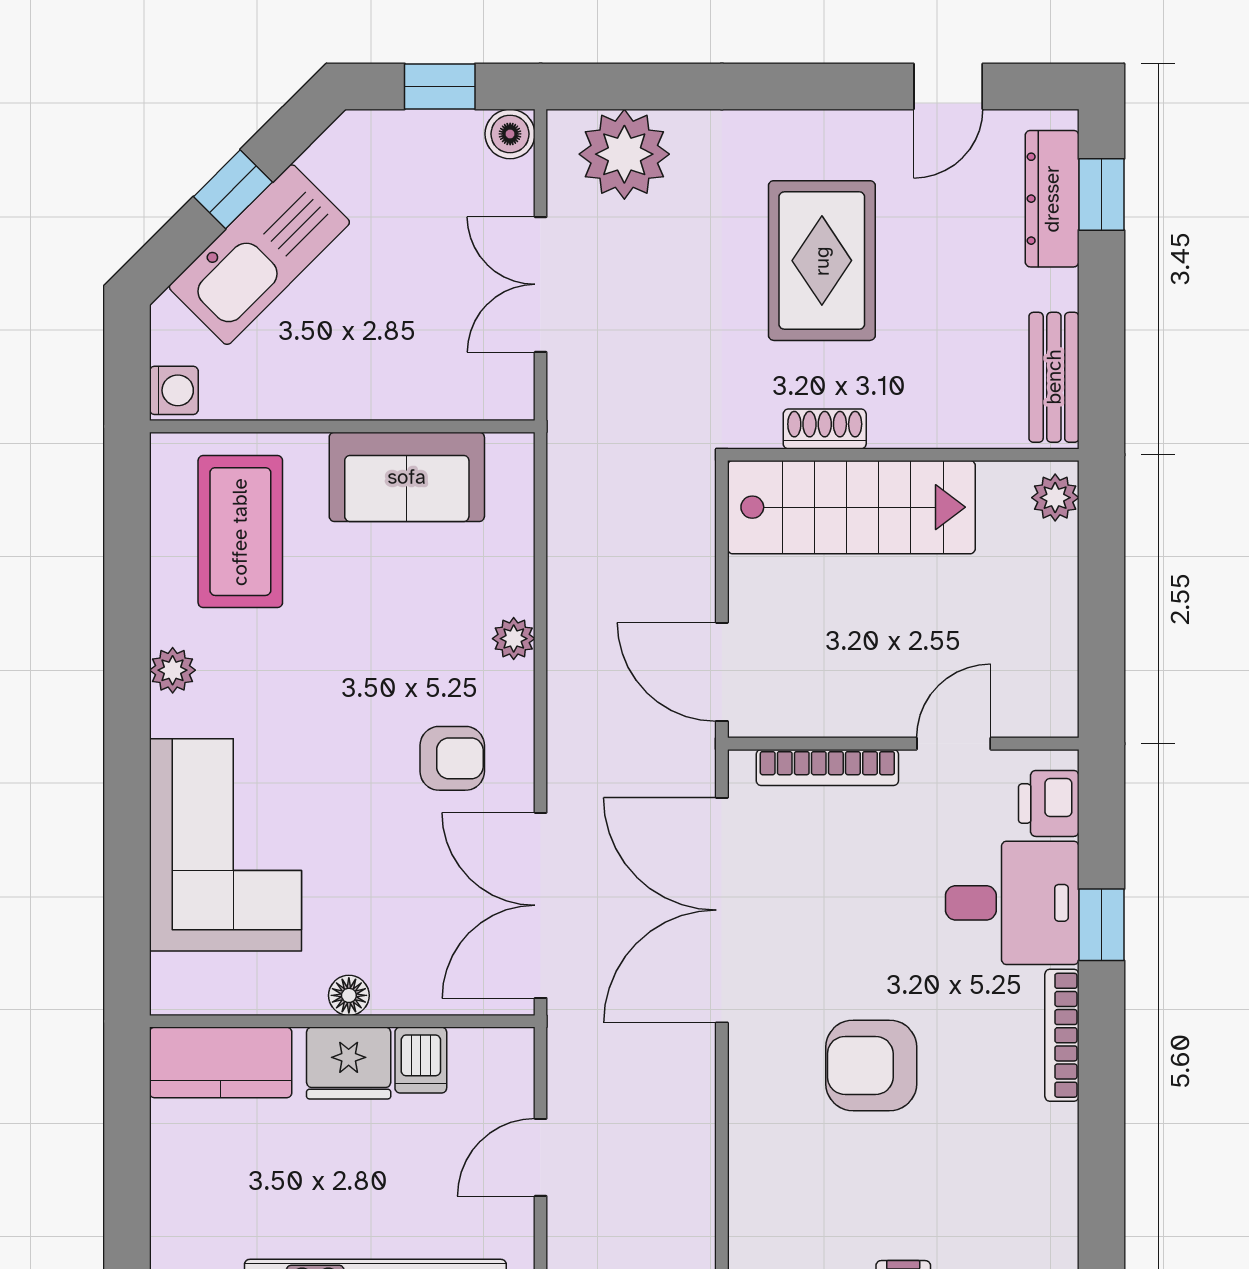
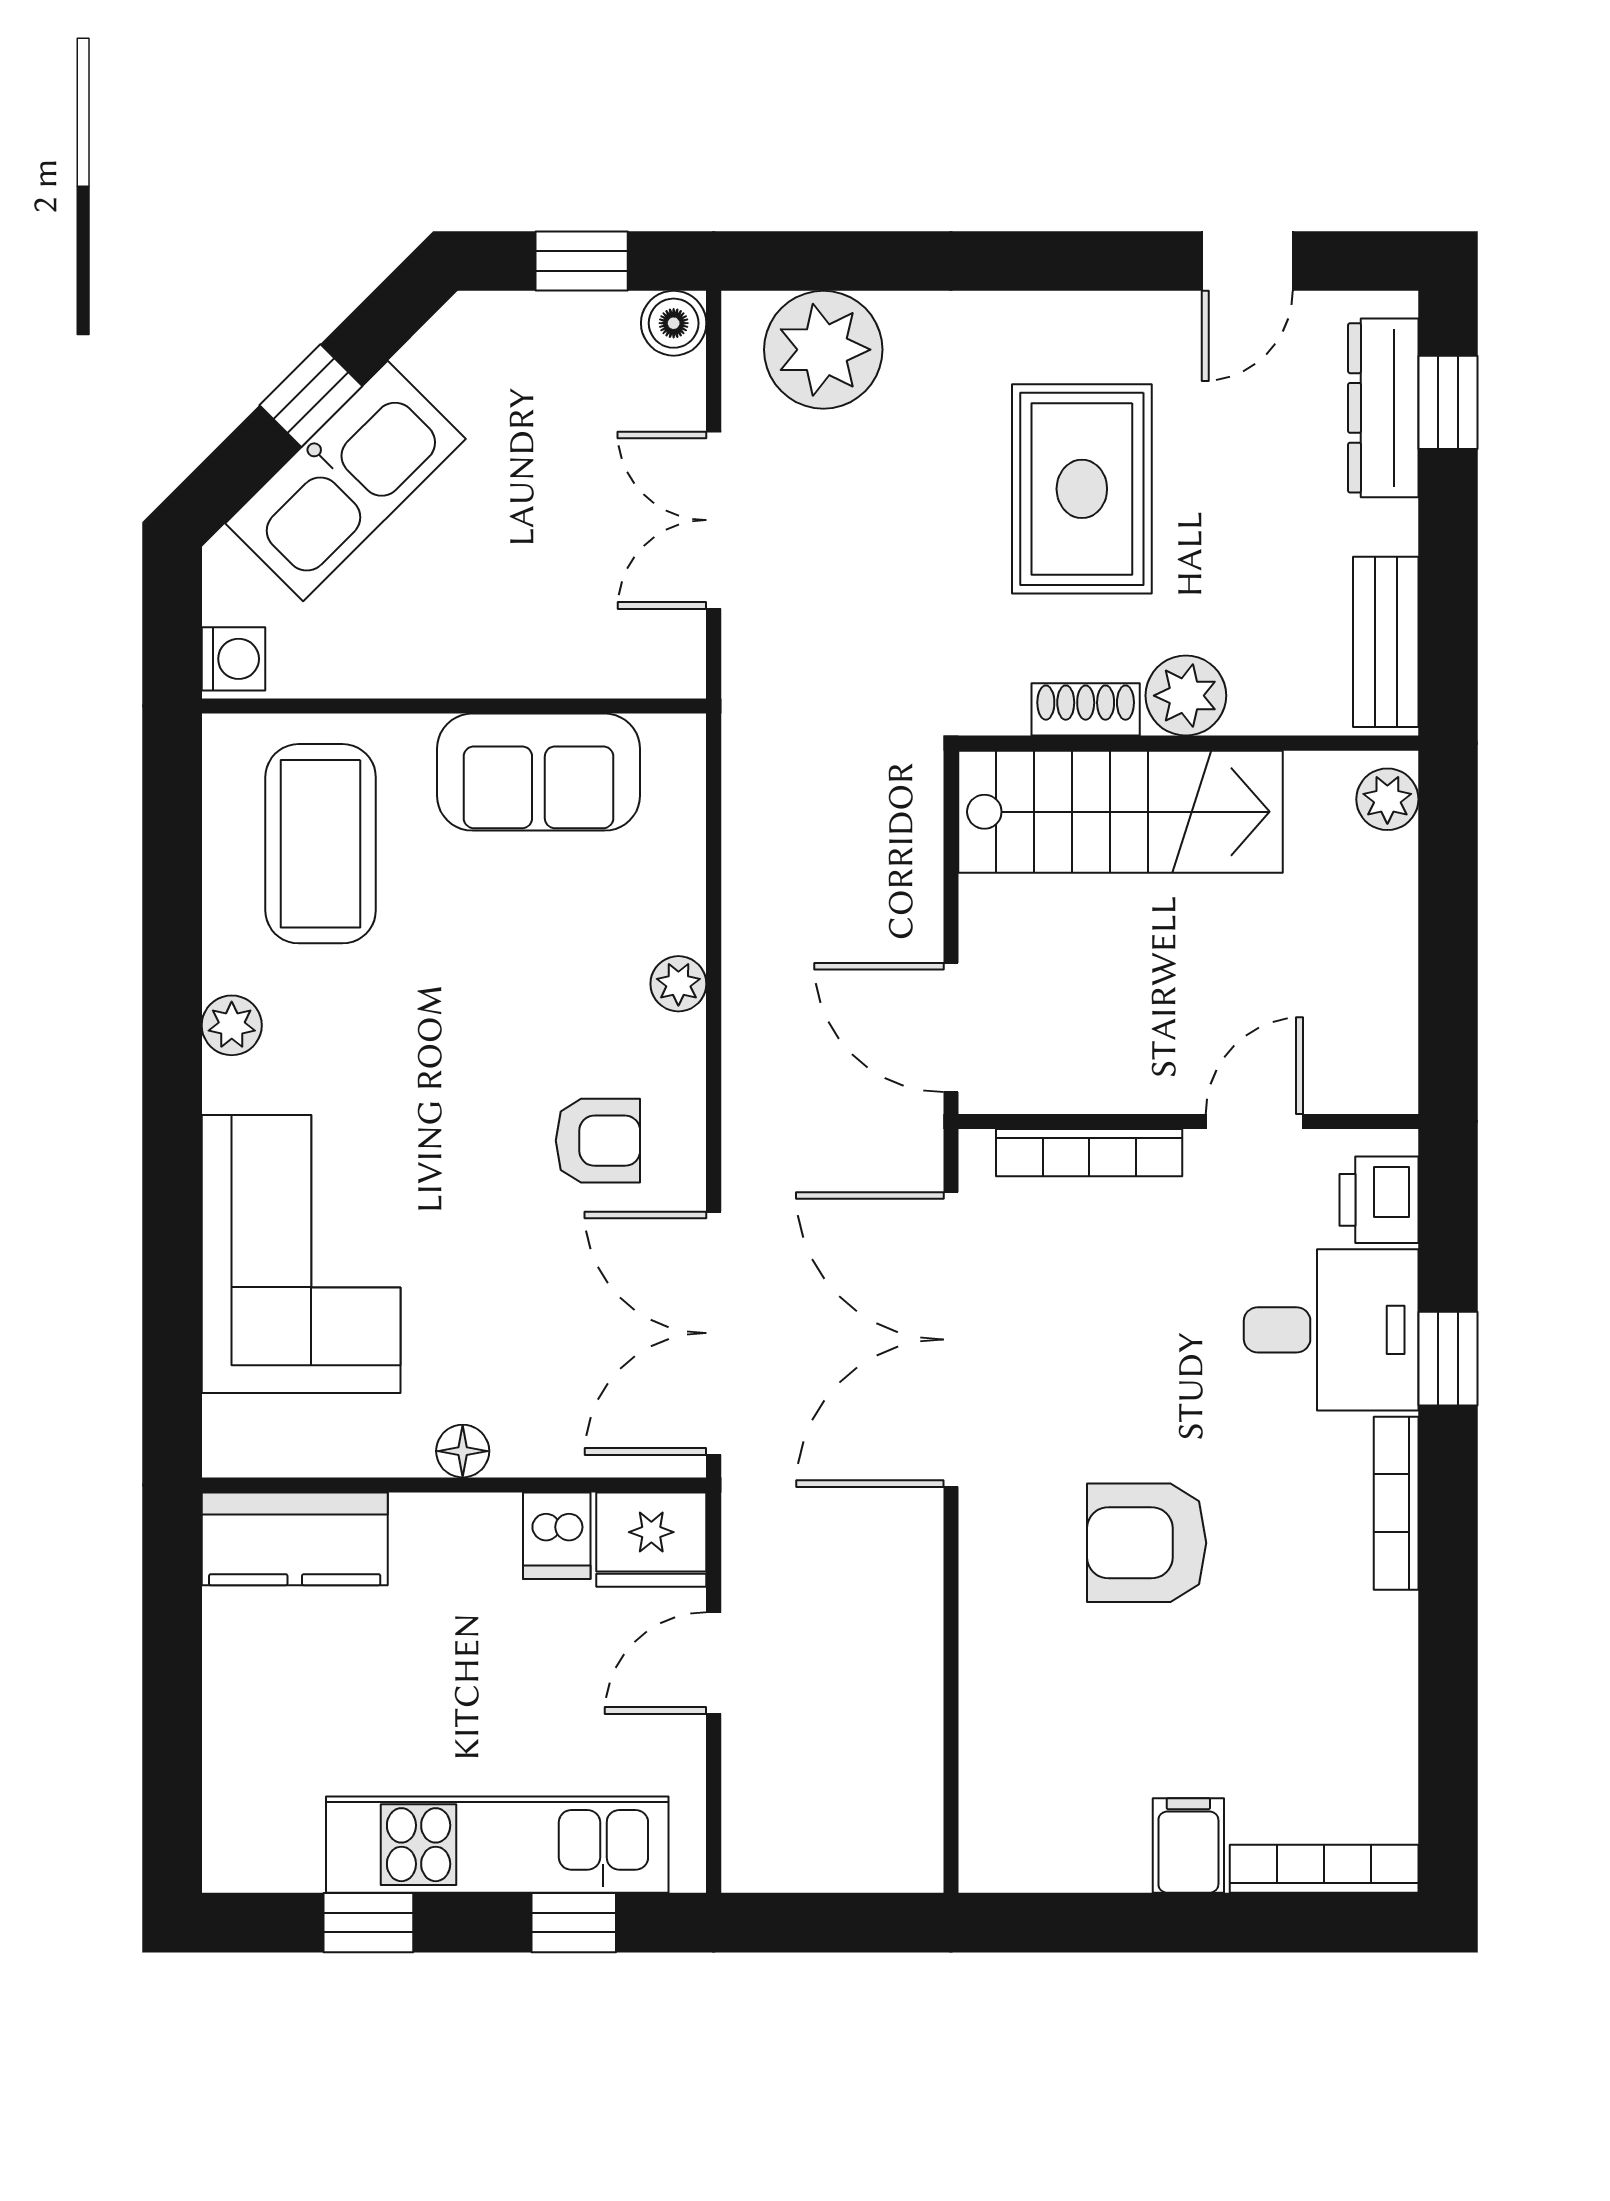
plant: (901, 418) -> (1186, 696), added
fridge: (349, 1063) -> (651, 1540), moved

